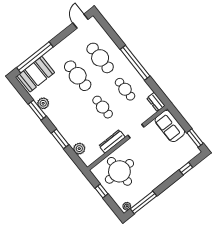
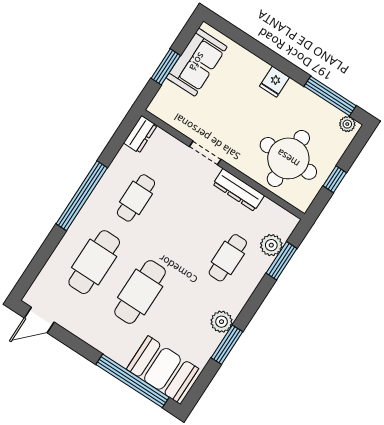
plant: (43, 103) -> (222, 322), moved
cafe table: (103, 107) -> (228, 258), moved
sofa: (170, 126) -> (197, 62), moved
window: (195, 138) -> (166, 67), moved
window: (60, 139) -> (282, 261), moved
window: (186, 169) -> (243, 39), removed
fridge: (160, 177) -> (275, 82), added

